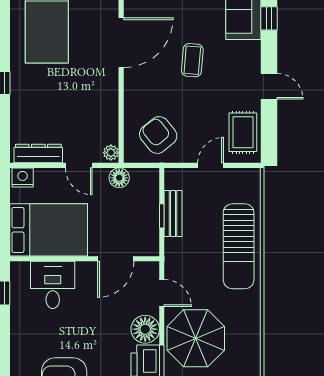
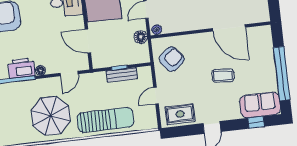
door: (211, 165) -> (156, 96), swing flipped
sun lounger: (239, 246) -> (105, 120), turned 180
floor lamp: (145, 329) -> (40, 70), width x0.53, depth x0.53
parasol: (196, 338) -> (51, 116), moved

